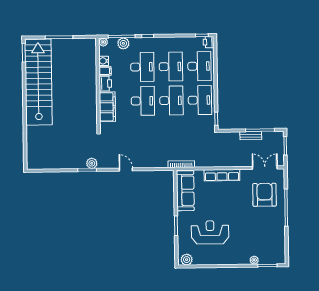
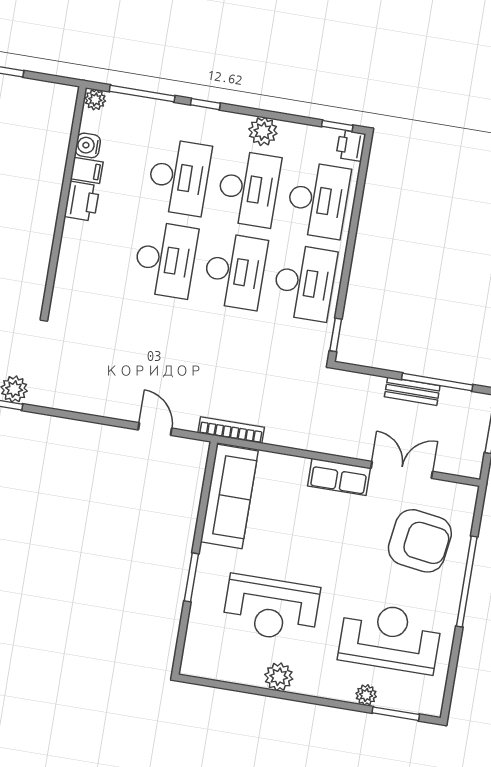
plant: (123, 43) -> (263, 131), moved
filing cabinet: (107, 107) -> (77, 258), removed
double door: (265, 168) -> (402, 470), moved
door: (126, 170) -> (155, 429), moved
row of seats: (222, 175) -> (339, 477), width x0.68
armchair: (265, 195) -> (420, 541), turned 98
reception desk: (210, 232) -> (271, 608), turned 180
reception desk: (260, 236) -> (390, 638), added
plant: (187, 260) -> (279, 677), moved

